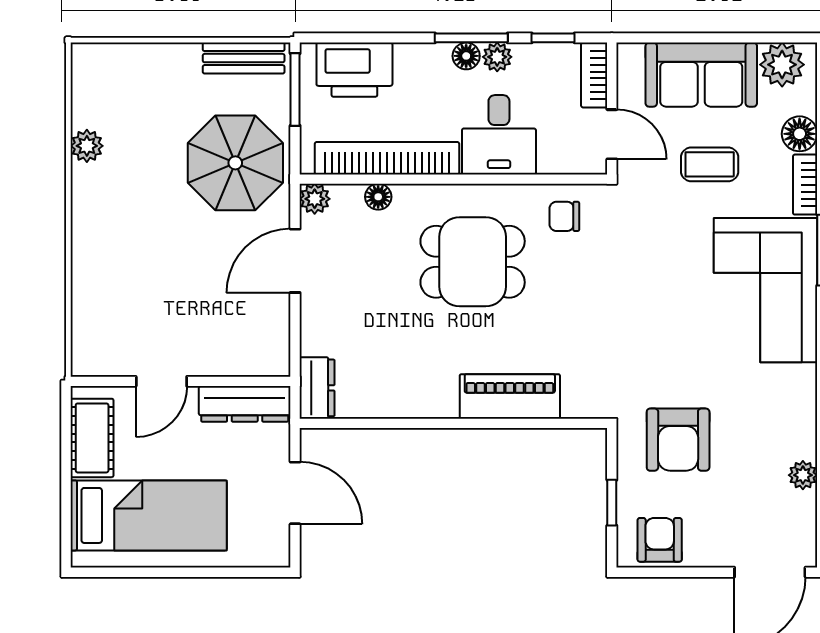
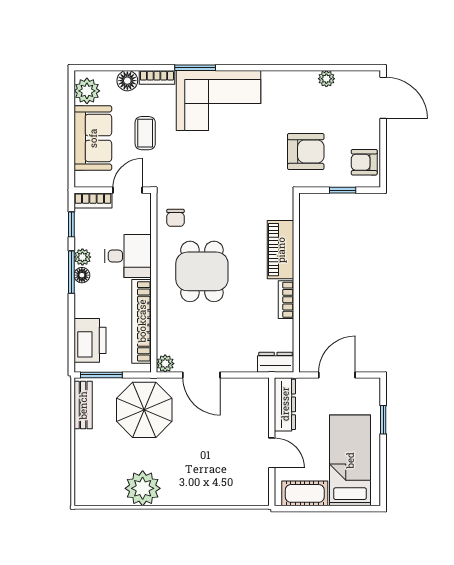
plant: (87, 146) -> (143, 488), width x1.88, depth x1.88
floor lamp: (378, 197) -> (164, 326), removed
bookcase: (424, 406) -> (286, 300), added
window: (218, 572) -> (383, 420), added

